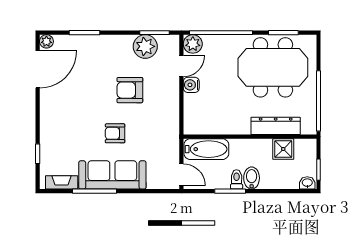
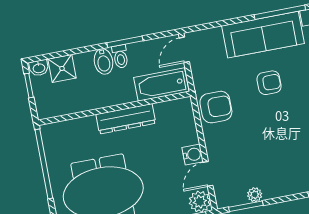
plant: (145, 46) -> (255, 195), width x0.53, depth x0.53
armchair: (130, 90) -> (216, 107), moved
dresser: (276, 126) -> (126, 119), moved
shower: (283, 149) -> (62, 68), moved
door: (181, 175) -> (184, 50), hinge flipped

